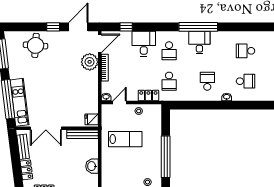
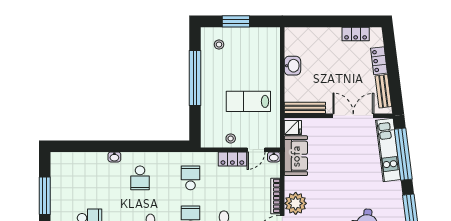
school desk: (246, 81) -> (89, 178), removed
locker: (148, 95) -> (232, 159), moved
sofa: (89, 98) -> (296, 156), added

